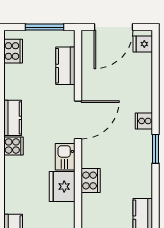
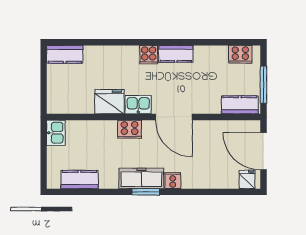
kitchen counter: (65, 66) -> (240, 105), moved
freezer: (142, 153) -> (141, 178), added
cooker: (91, 180) -> (129, 129), moved

